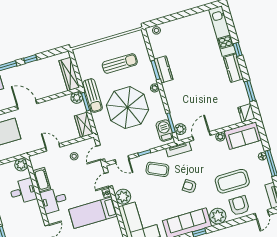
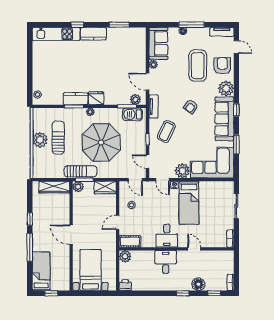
plant: (112, 46) -> (40, 140), added
door: (27, 105) -> (71, 235), hinge flipped
fridge: (246, 113) -> (96, 98), moved, turned 180
door: (122, 159) -> (148, 162), swing flipped
cot: (42, 180) -> (130, 241), moved
desk: (23, 191) -> (166, 262), moved
armchair: (239, 206) -> (222, 66), turned 90

